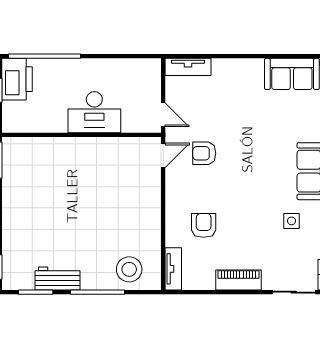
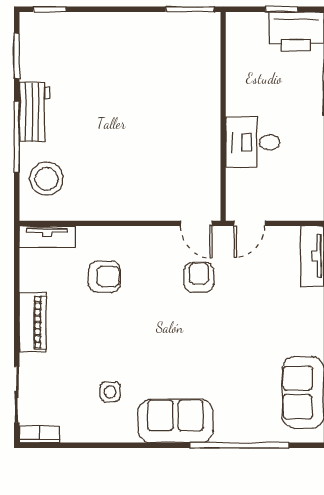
desk: (94, 112) -> (253, 142), width x0.73
workbench: (58, 279) -> (34, 112), moved

